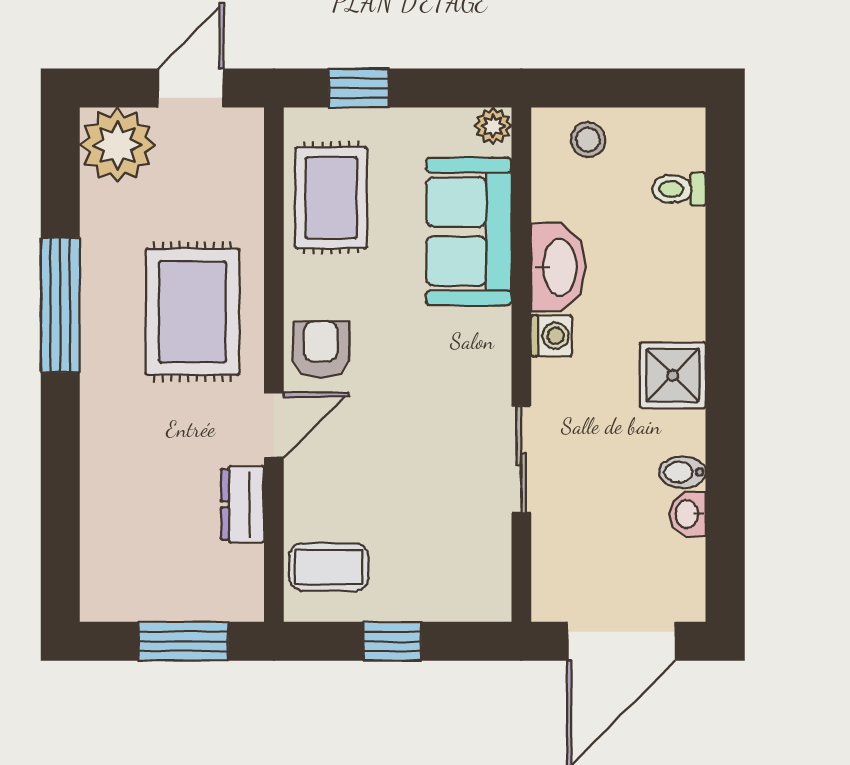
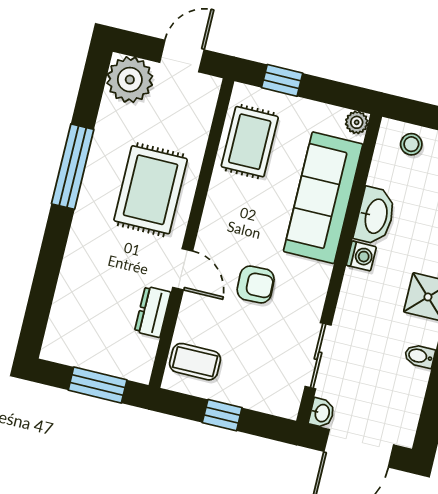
sofa: (469, 232) -> (323, 198), width x1.36
armchair: (321, 349) -> (256, 285), moved, turned 88
door: (274, 425) -> (183, 269), hinge flipped
sliding door: (521, 460) -> (318, 356), moved
washbasin: (688, 514) -> (322, 413), moved, turned 180

